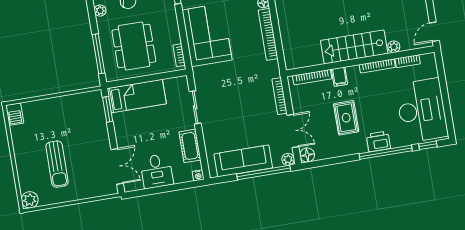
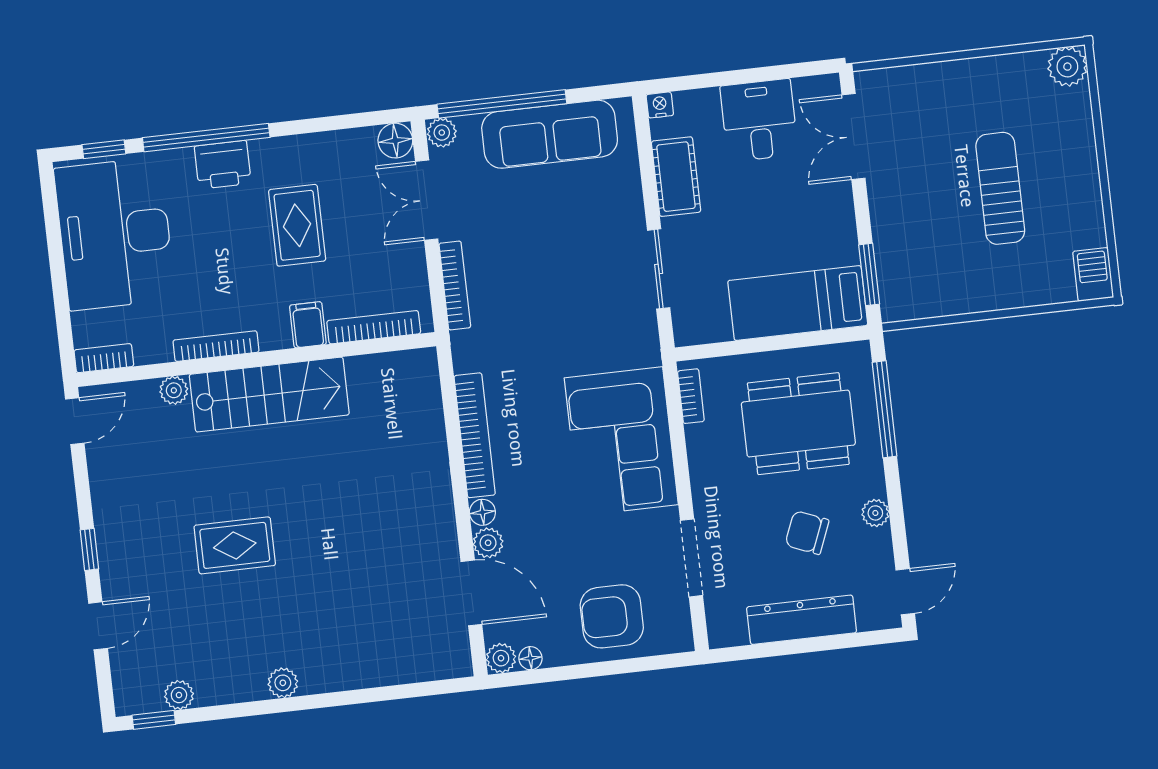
dining table: (134, 46) -> (798, 424), turned 90
bookcase: (408, 61) -> (104, 358), moved
sun lounger: (57, 164) -> (1000, 188), moved

